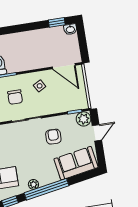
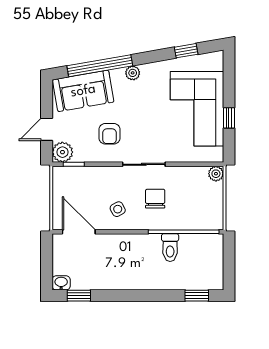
plant: (33, 184) -> (133, 73), moved
window: (47, 189) -> (100, 66), moved

